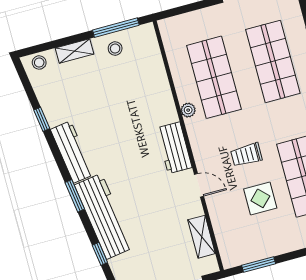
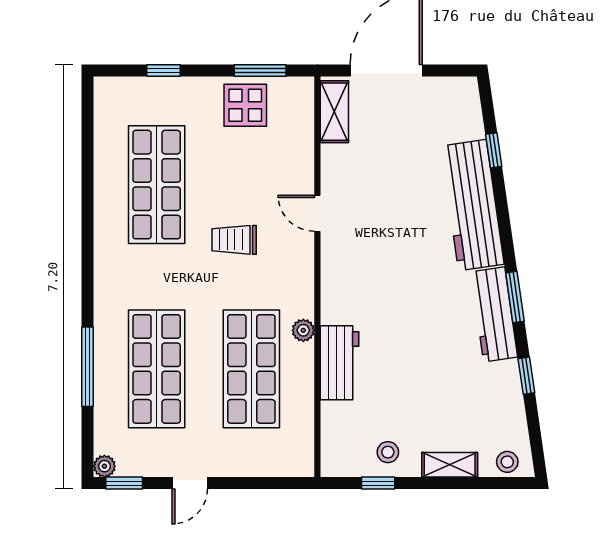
window: (116, 28) -> (378, 483), width x0.46
workbench: (174, 148) -> (340, 363), moved
trolley: (246, 155) -> (234, 240), turned 180
window: (75, 196) -> (515, 297), moved
display table: (260, 198) -> (245, 105), moved
shelving: (202, 237) -> (334, 112), moved

